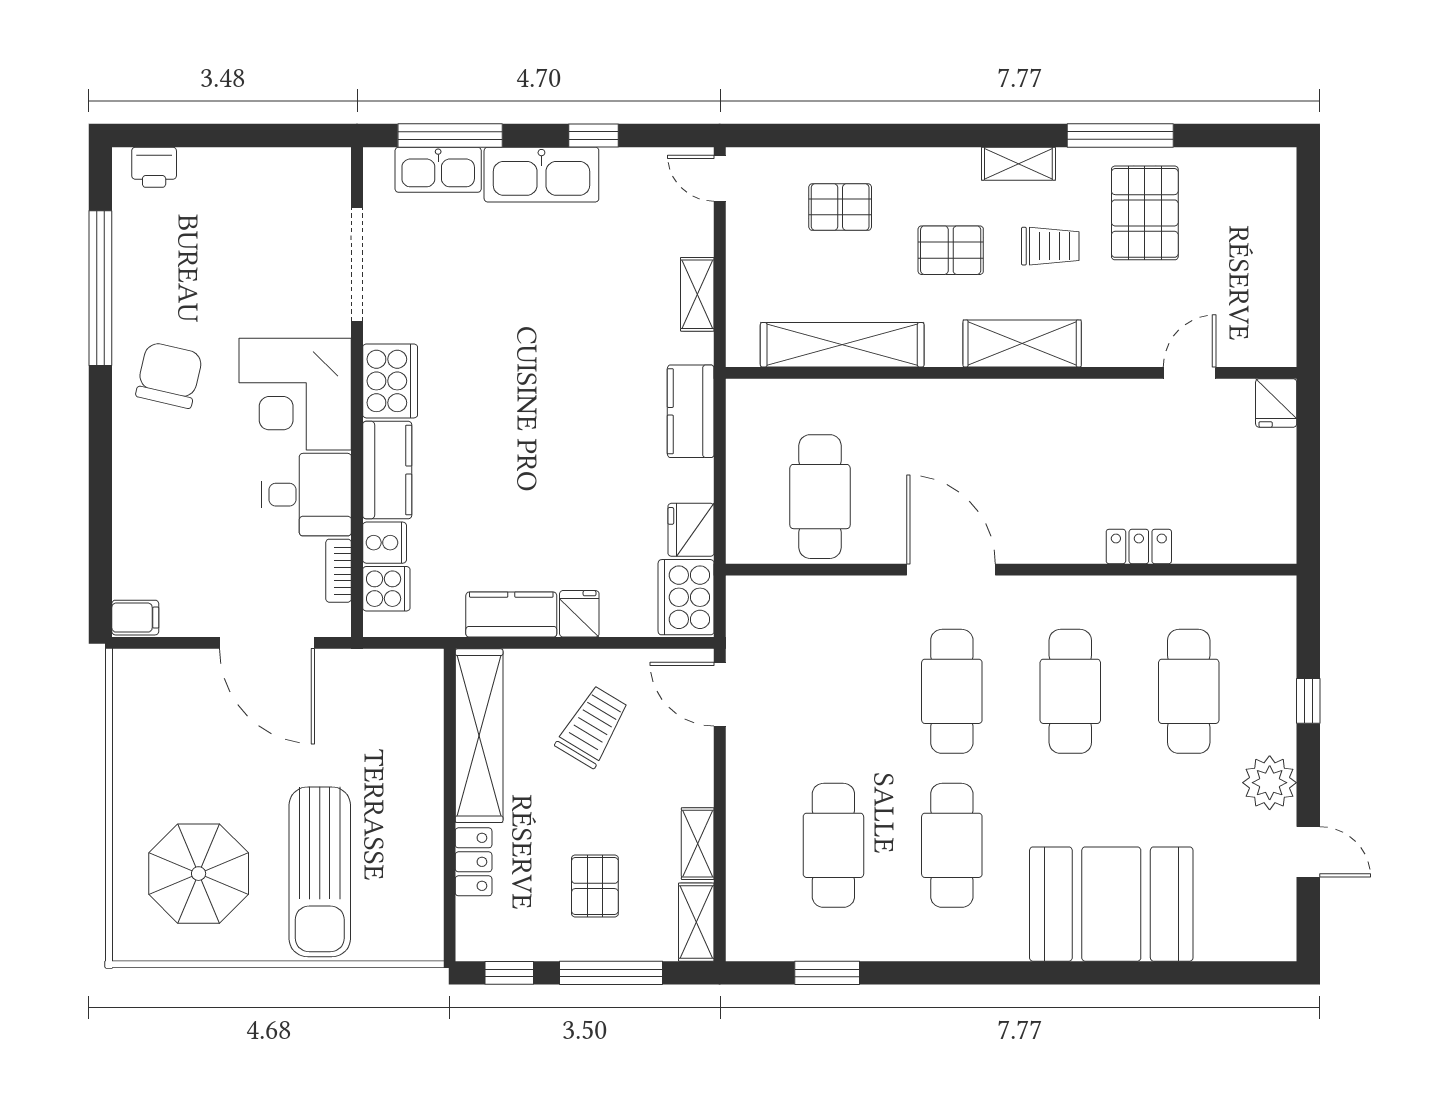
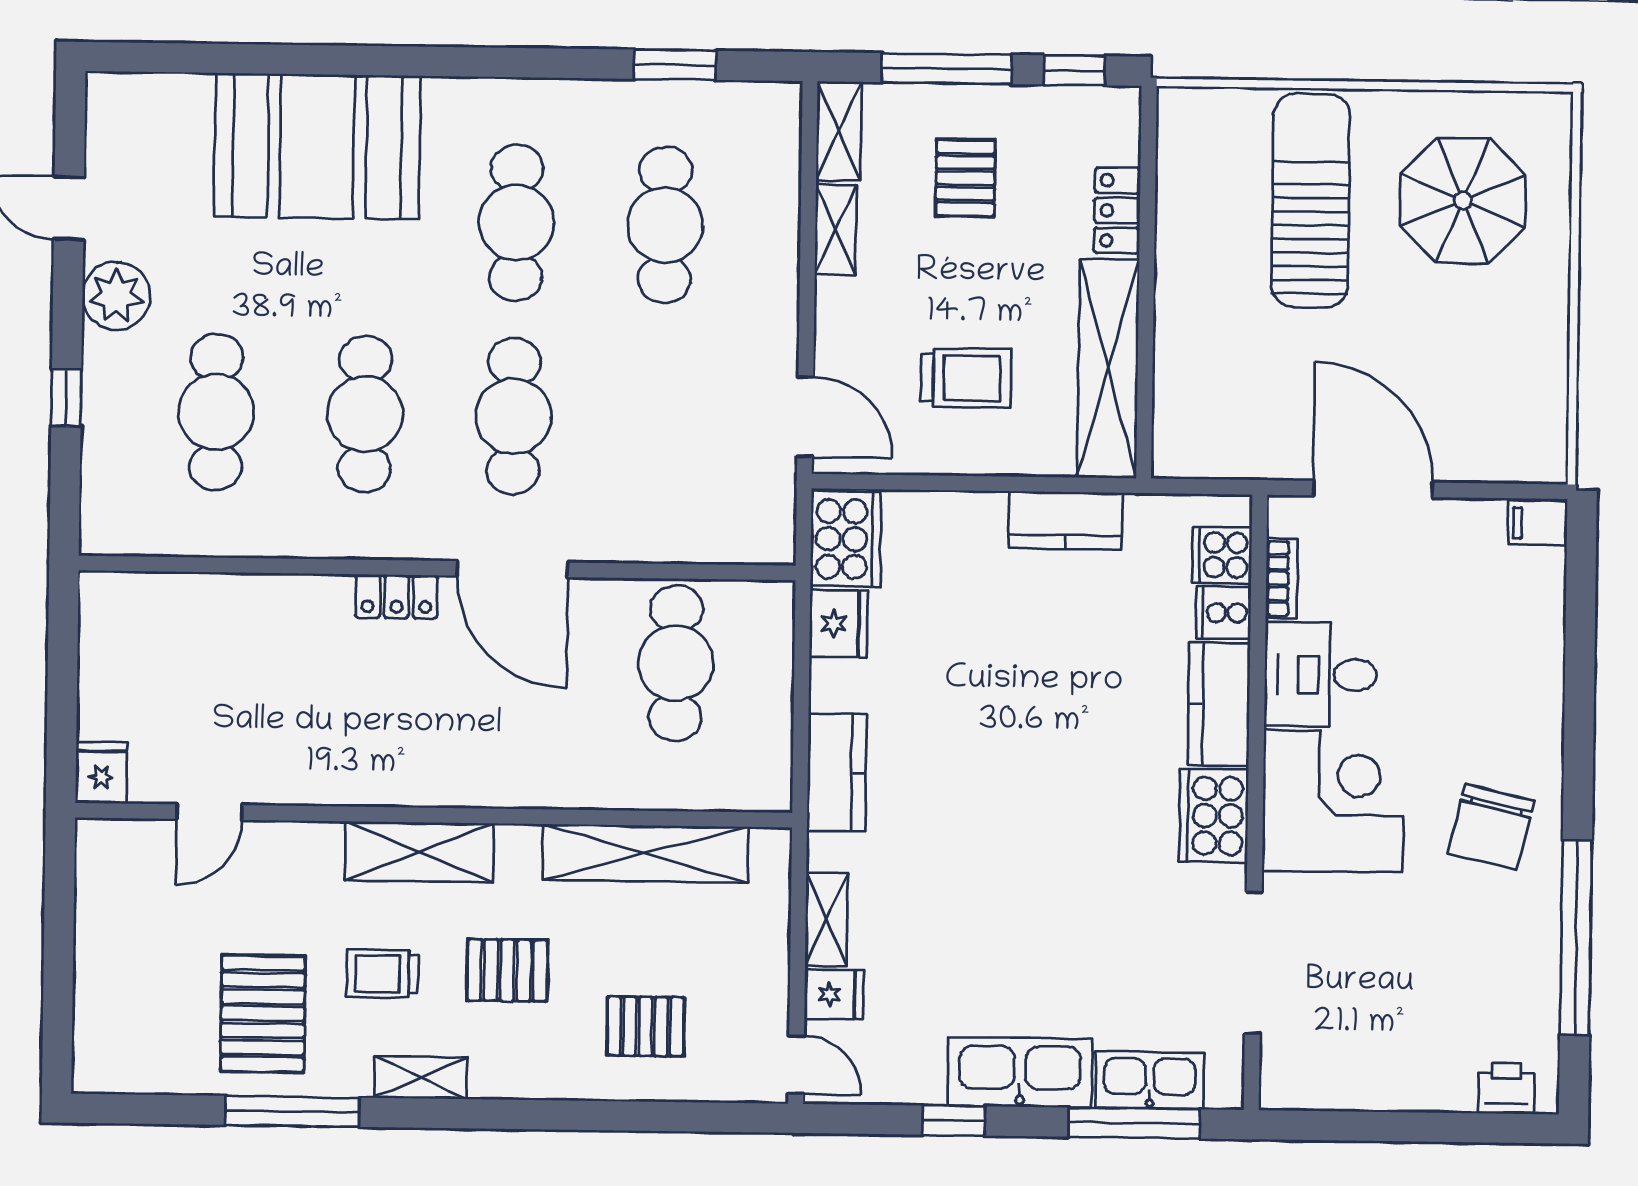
locker: (1139, 546) -> (396, 597), moved
fridge: (579, 614) -> (834, 994), moved, turned -90
trolley: (592, 727) -> (966, 378), turned -121

